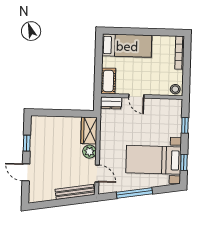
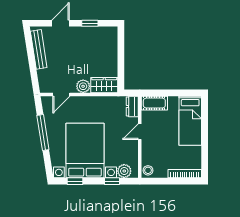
plant: (175, 113) -> (124, 171), added
bed with nightstands: (154, 160) -> (85, 151), width x1.36
bench: (75, 192) -> (39, 49), moved

